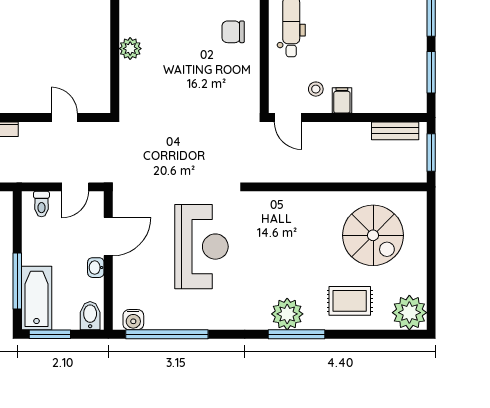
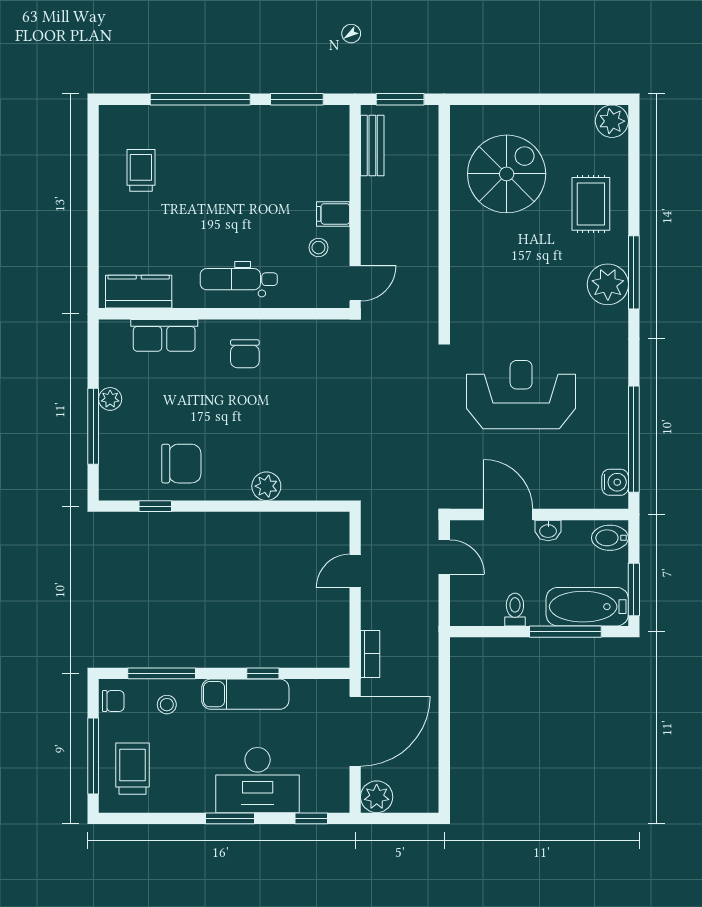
toilet: (41, 204) -> (515, 610), moved, turned -90
plant: (409, 313) -> (612, 121), width x0.73, depth x0.73

